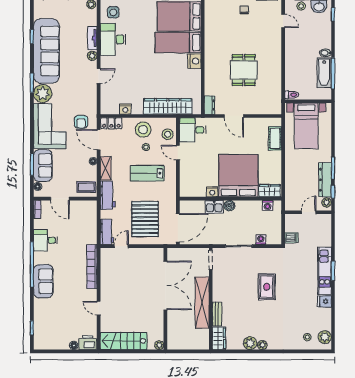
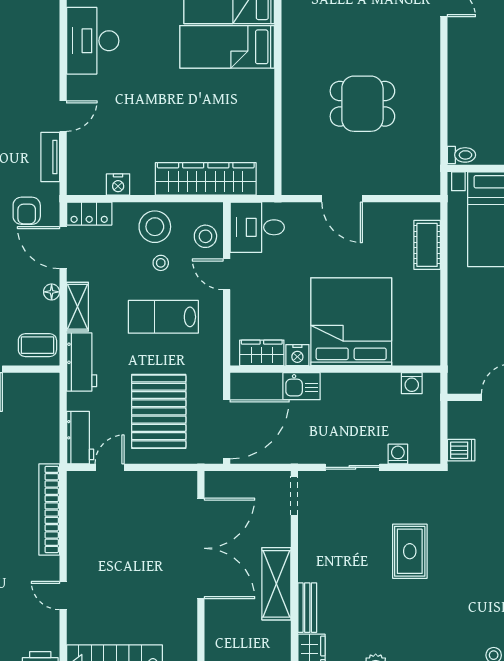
tv unit: (92, 38) -> (50, 157), moved
plant: (92, 56) -> (50, 74), removed
nightstand: (194, 61) -> (261, 85), removed
dining table: (244, 70) -> (362, 104), turned 90
dresser: (210, 105) -> (292, 176), removed
wardrobe: (269, 191) -> (262, 353), moved
boiler: (229, 206) -> (333, 384), removed
shelving: (202, 303) -> (276, 584), width x0.68

